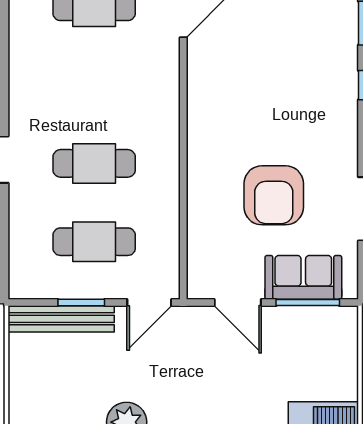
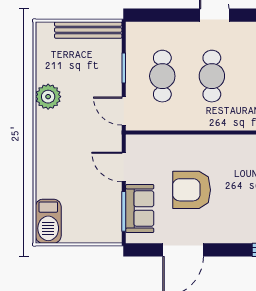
door: (238, 303) -> (124, 167), hinge flipped
bench: (61, 319) -> (88, 30), moved, turned 90

